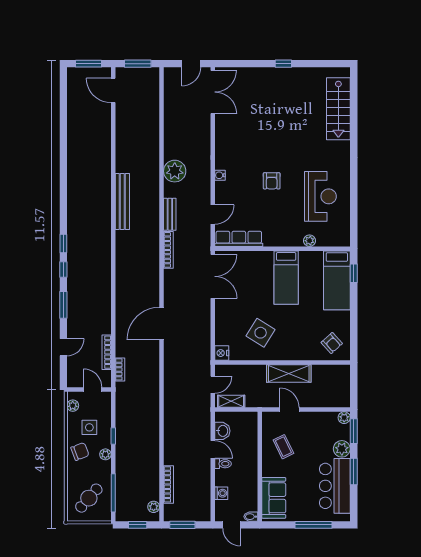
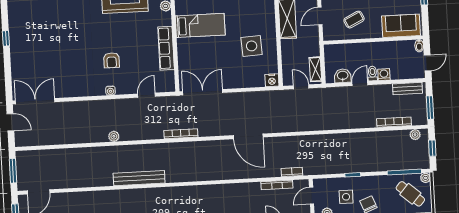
plant: (175, 171) -> (114, 136), width x0.53, depth x0.53
armchair: (272, 181) -> (112, 60), moved, turned 90
bench: (170, 214) -> (407, 89), moved
door: (213, 214) -> (146, 95), hinge flipped
row of seats: (239, 239) -> (166, 48), moved
side table: (261, 333) -> (252, 46), turned -35
plant: (105, 454) -> (426, 178), moved
washing machine: (221, 493) -> (384, 75), moved

